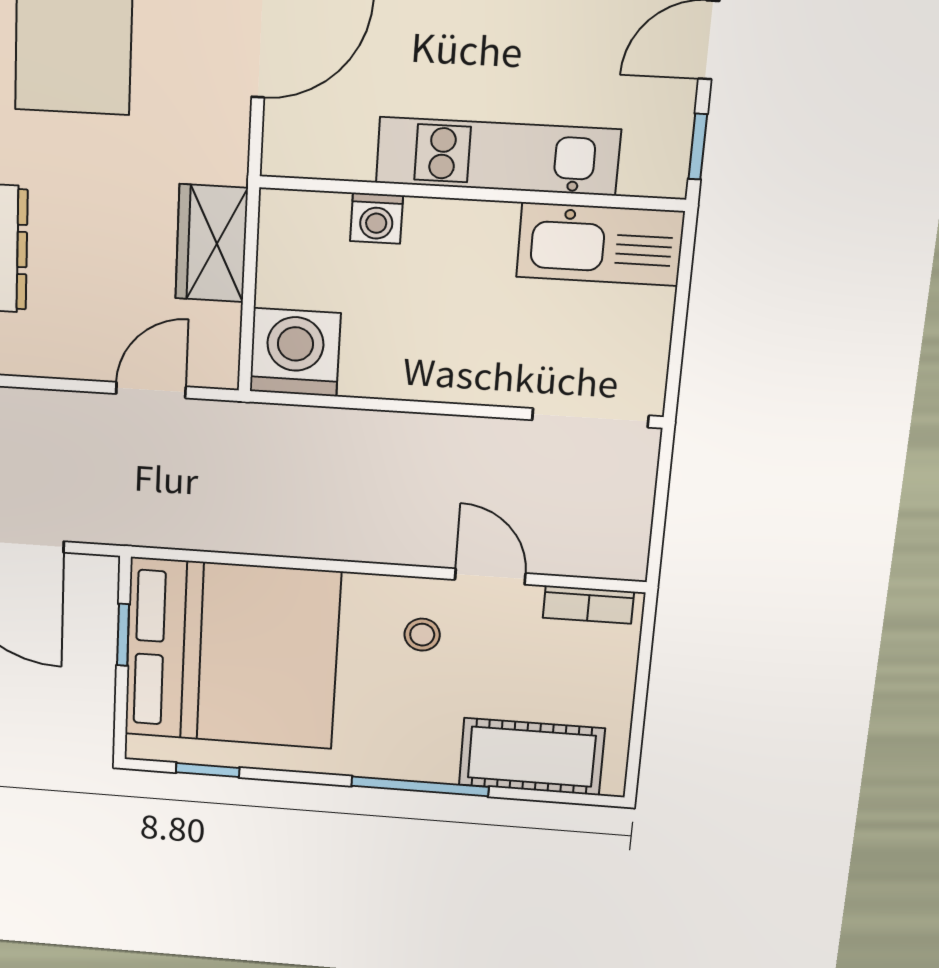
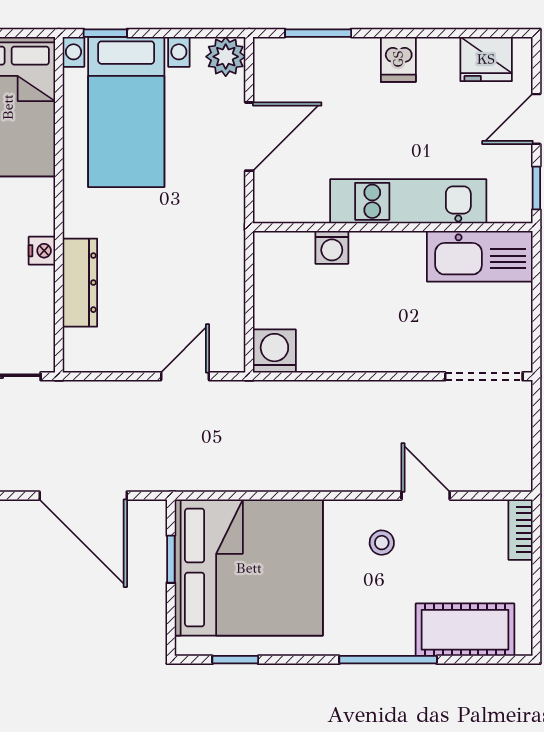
wardrobe: (211, 243) -> (223, 271), removed
washing machine: (295, 352) -> (274, 351), width x0.73, depth x0.73
bookcase: (588, 605) -> (521, 530), moved, turned 90

